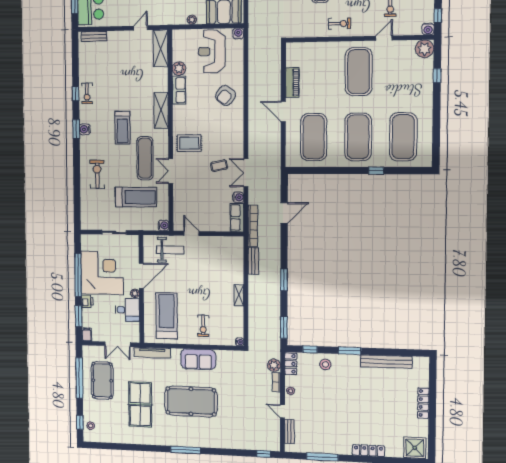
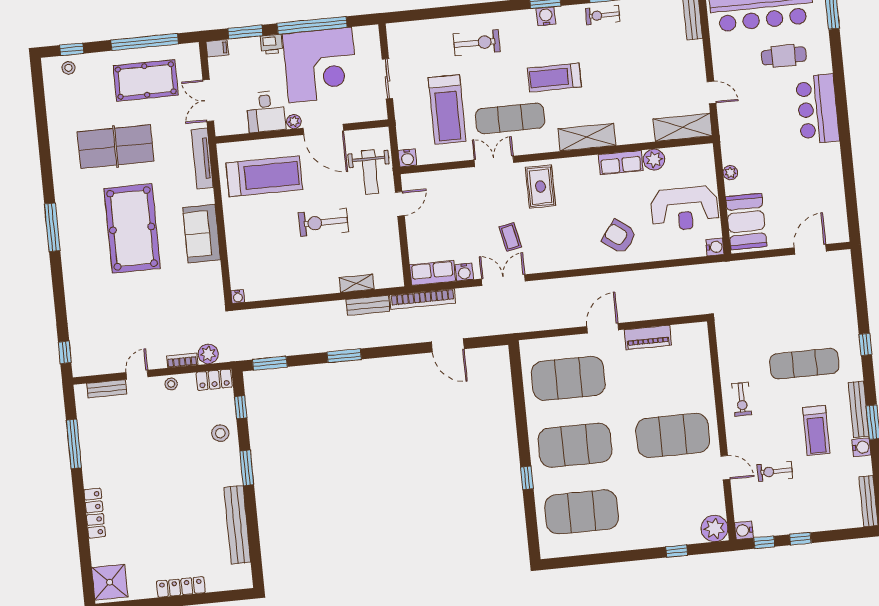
reception desk: (212, 51) -> (685, 209), turned 180
shelving: (239, 295) -> (357, 283), moved
exercise bike: (203, 326) -> (323, 222), moved, width x1.38, depth x1.39

